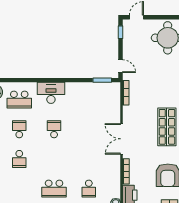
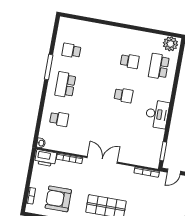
desk: (51, 93) -> (157, 114), moved
school desk: (19, 159) -> (71, 51), moved
school desk: (89, 189) -> (59, 119), turned 180

